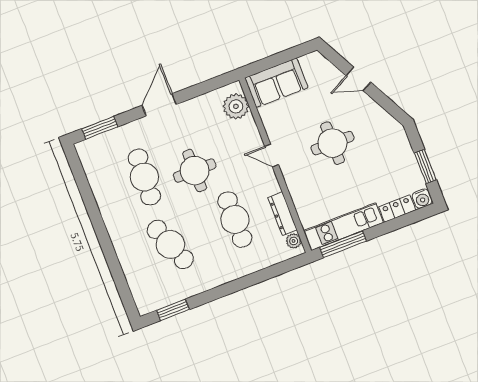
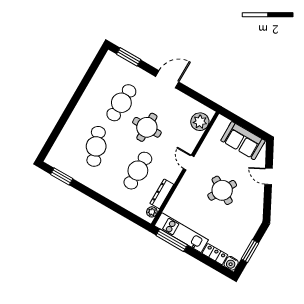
sofa: (276, 83) -> (243, 141), moved
round table: (332, 143) -> (222, 190), turned 30

